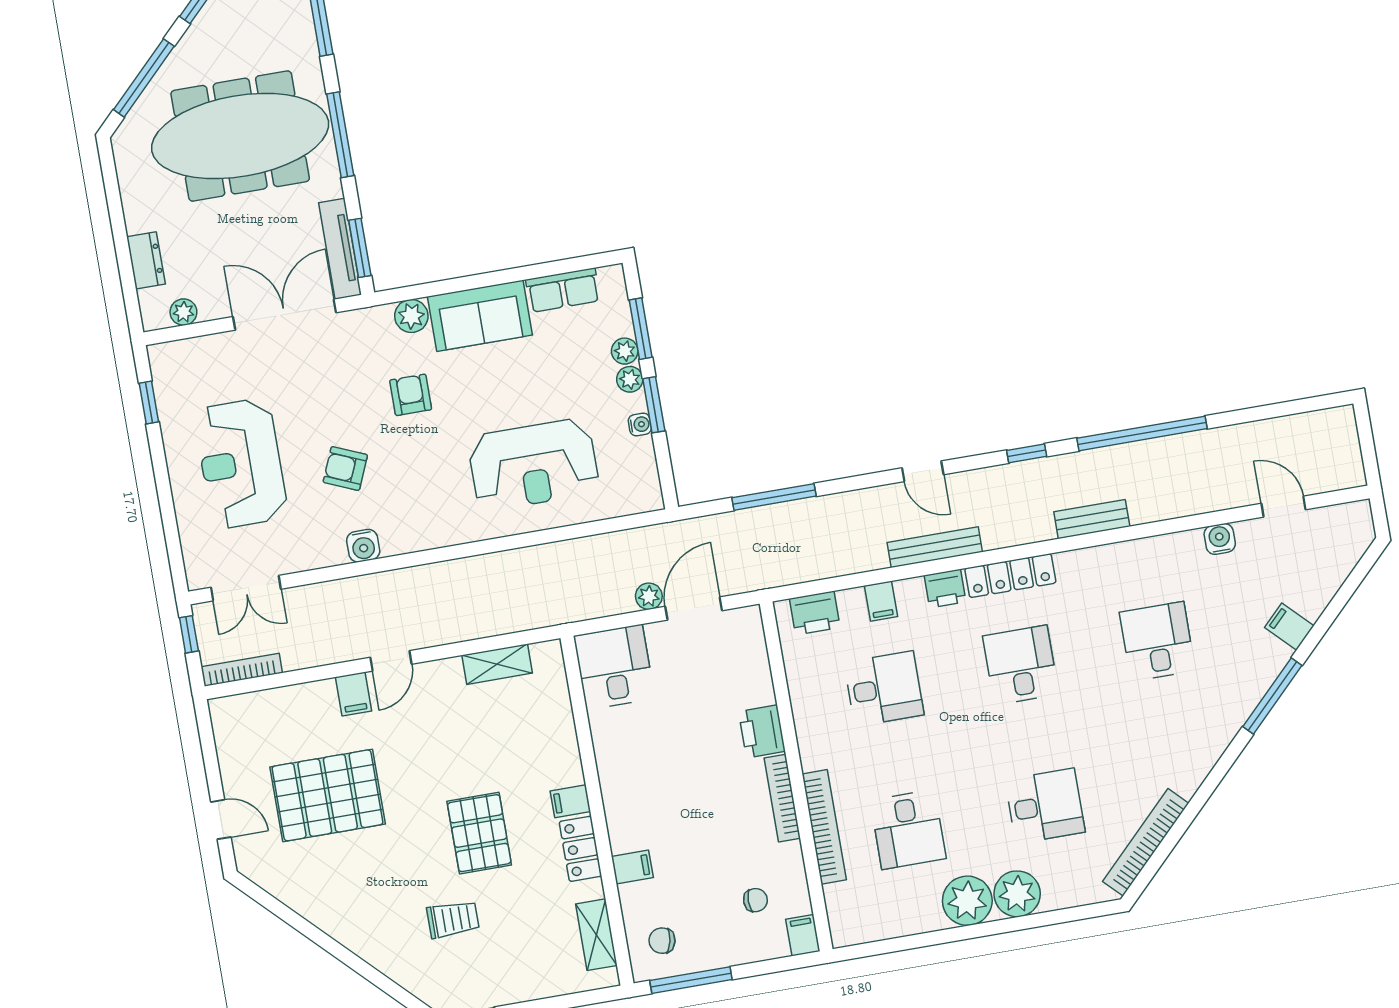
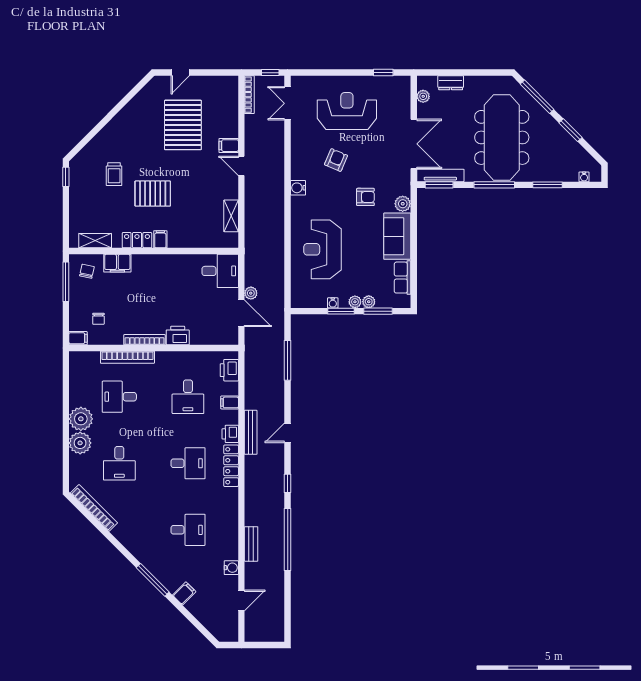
bench: (1092, 519) -> (251, 544), moved
water cooler: (363, 546) -> (298, 188), moved
filing cabinet: (632, 867) -> (117, 263), width x2.00

